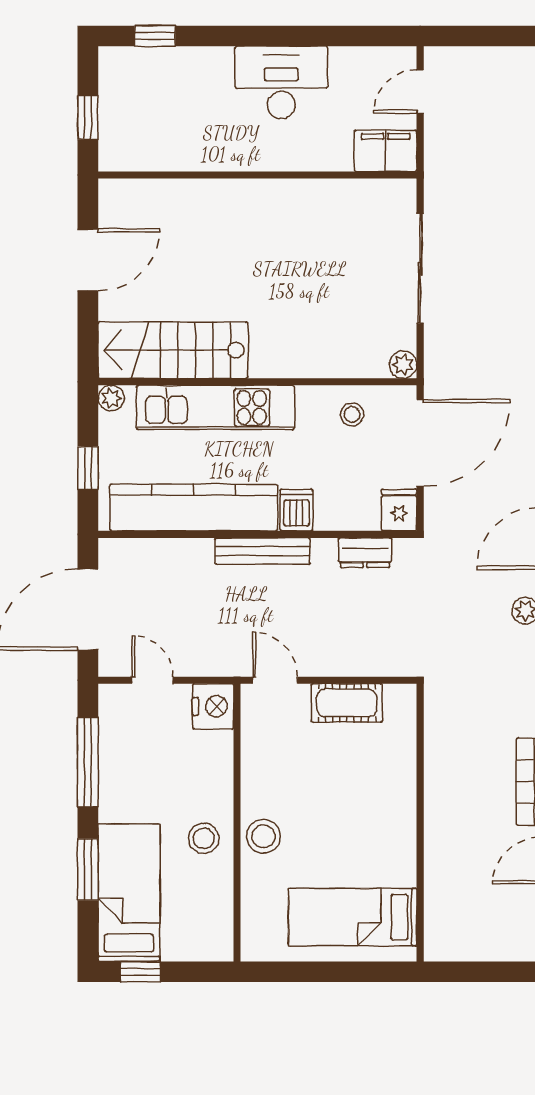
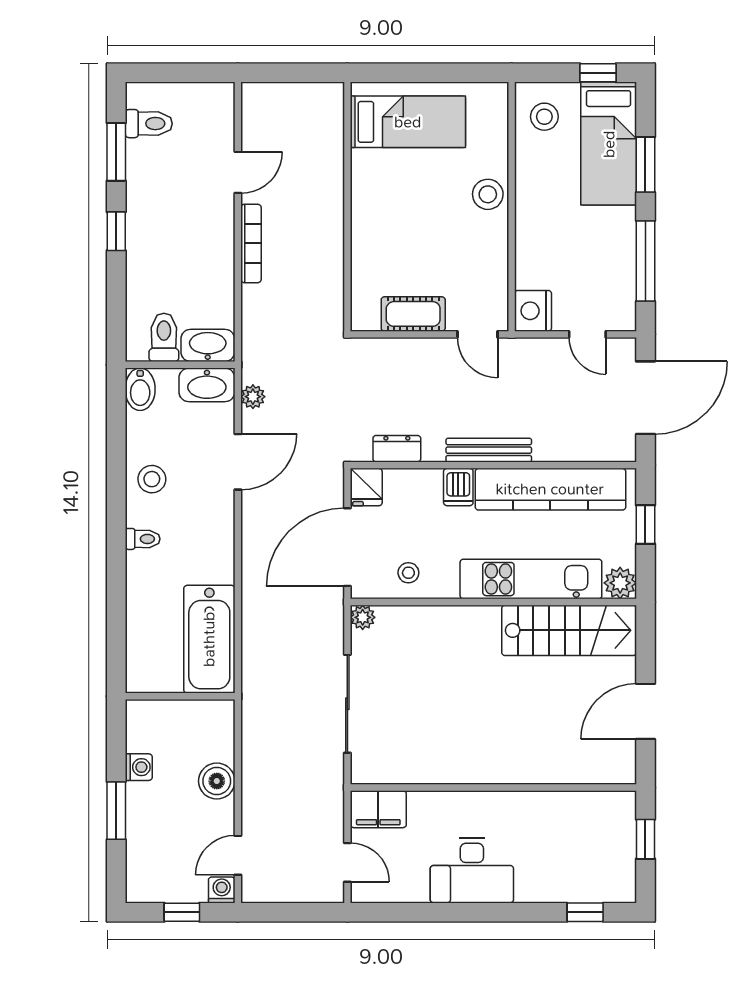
door: (420, 91) -> (347, 862), hinge flipped
plant: (111, 398) -> (620, 583), width x1.38, depth x1.38
stool: (204, 838) -> (544, 117), moved

